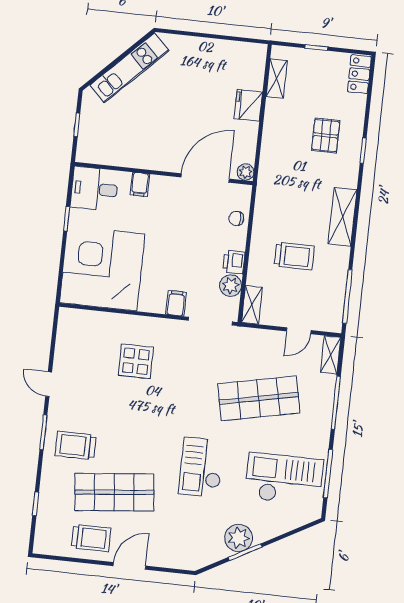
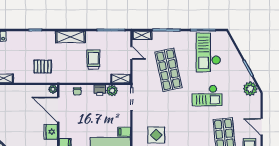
fridge: (248, 105) -> (51, 132), moved, turned 90
pallet: (326, 135) -> (43, 67), moved
filing cabinet: (176, 303) -> (124, 132), moved
plant: (239, 538) -> (250, 89), moved

